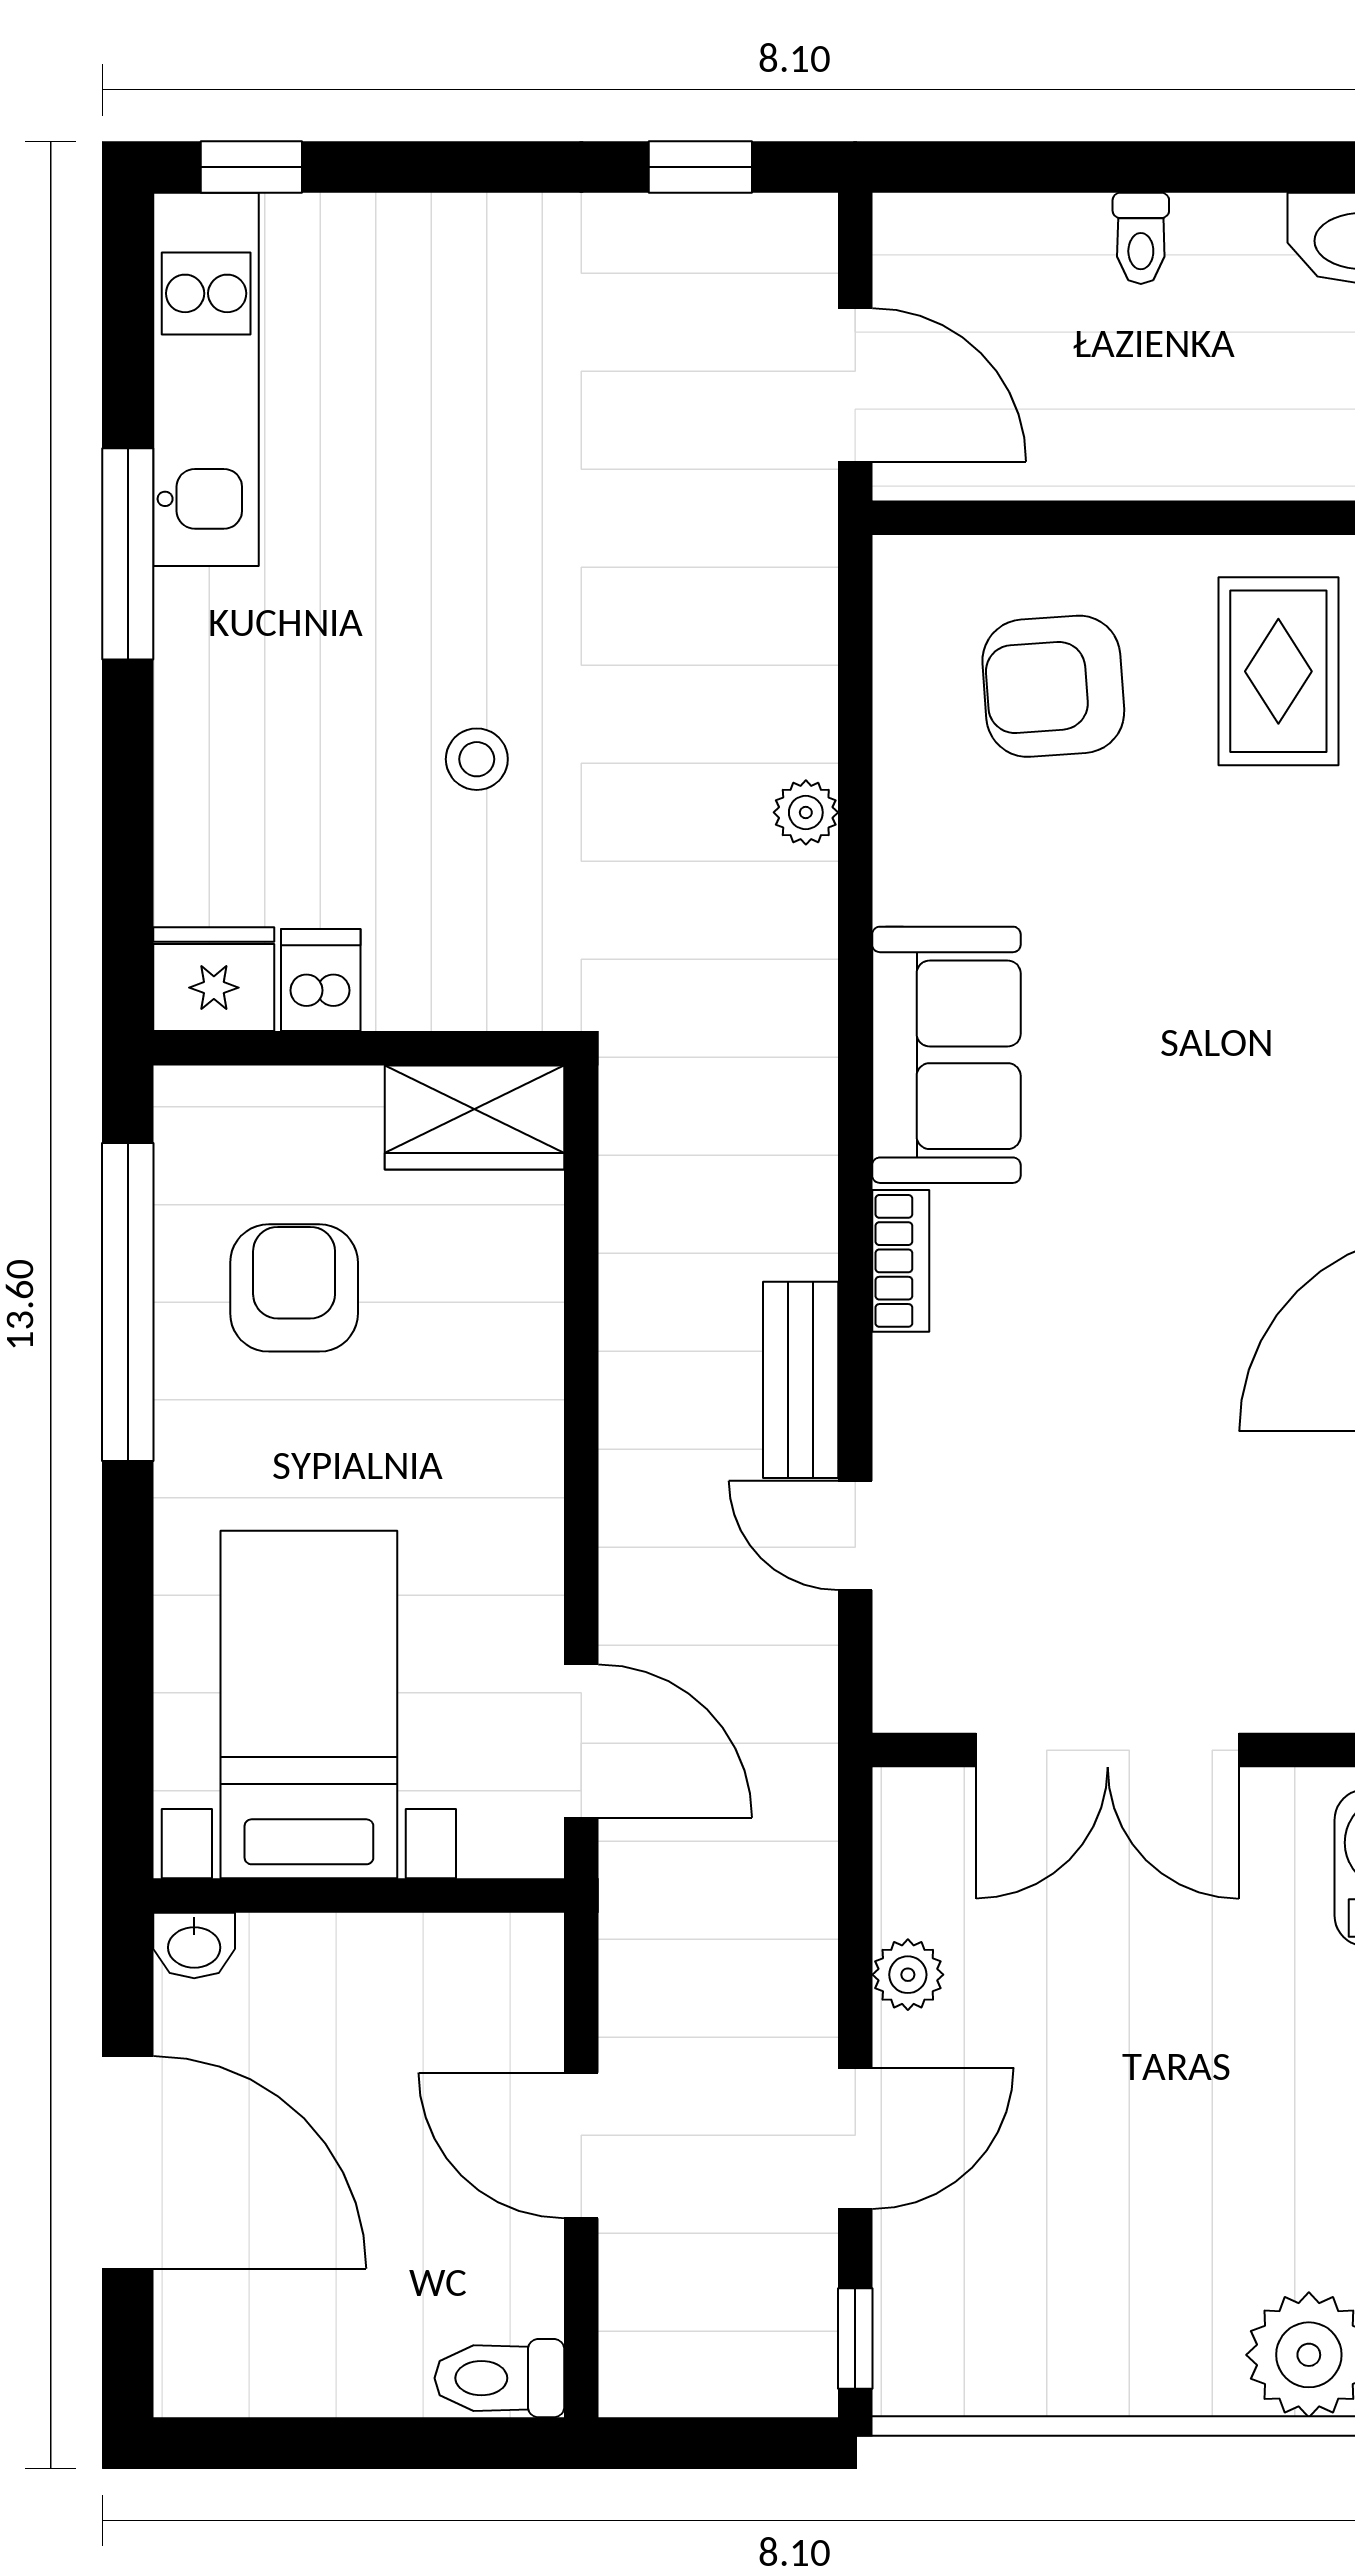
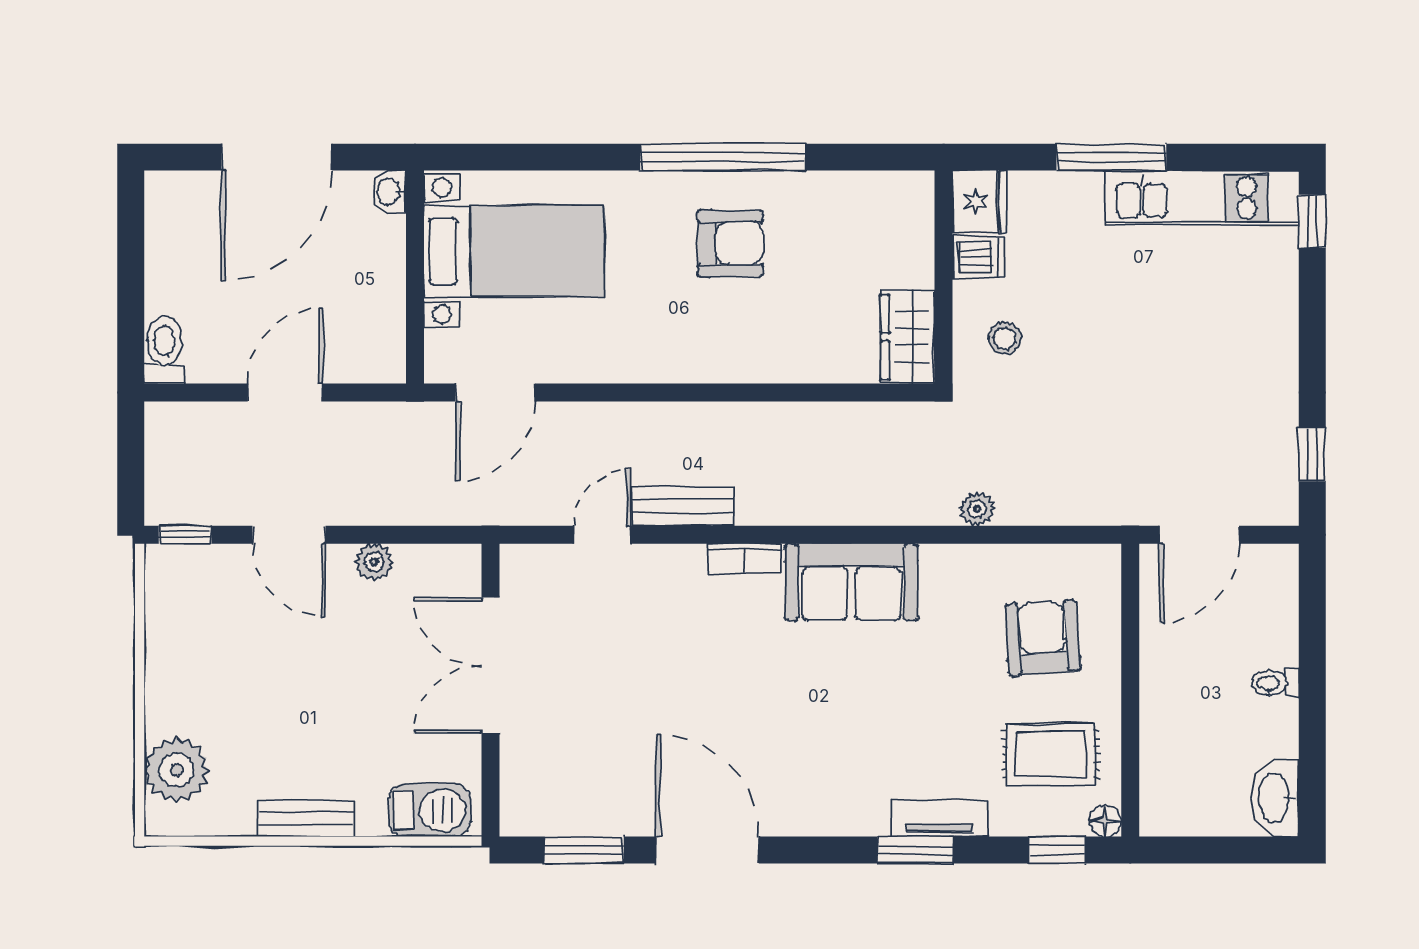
fridge: (214, 979) -> (979, 202), moved
dishwasher: (321, 980) -> (979, 257), moved
wall: (359, 1048) -> (944, 277), moved
wardrobe: (475, 1117) -> (908, 337), moved

